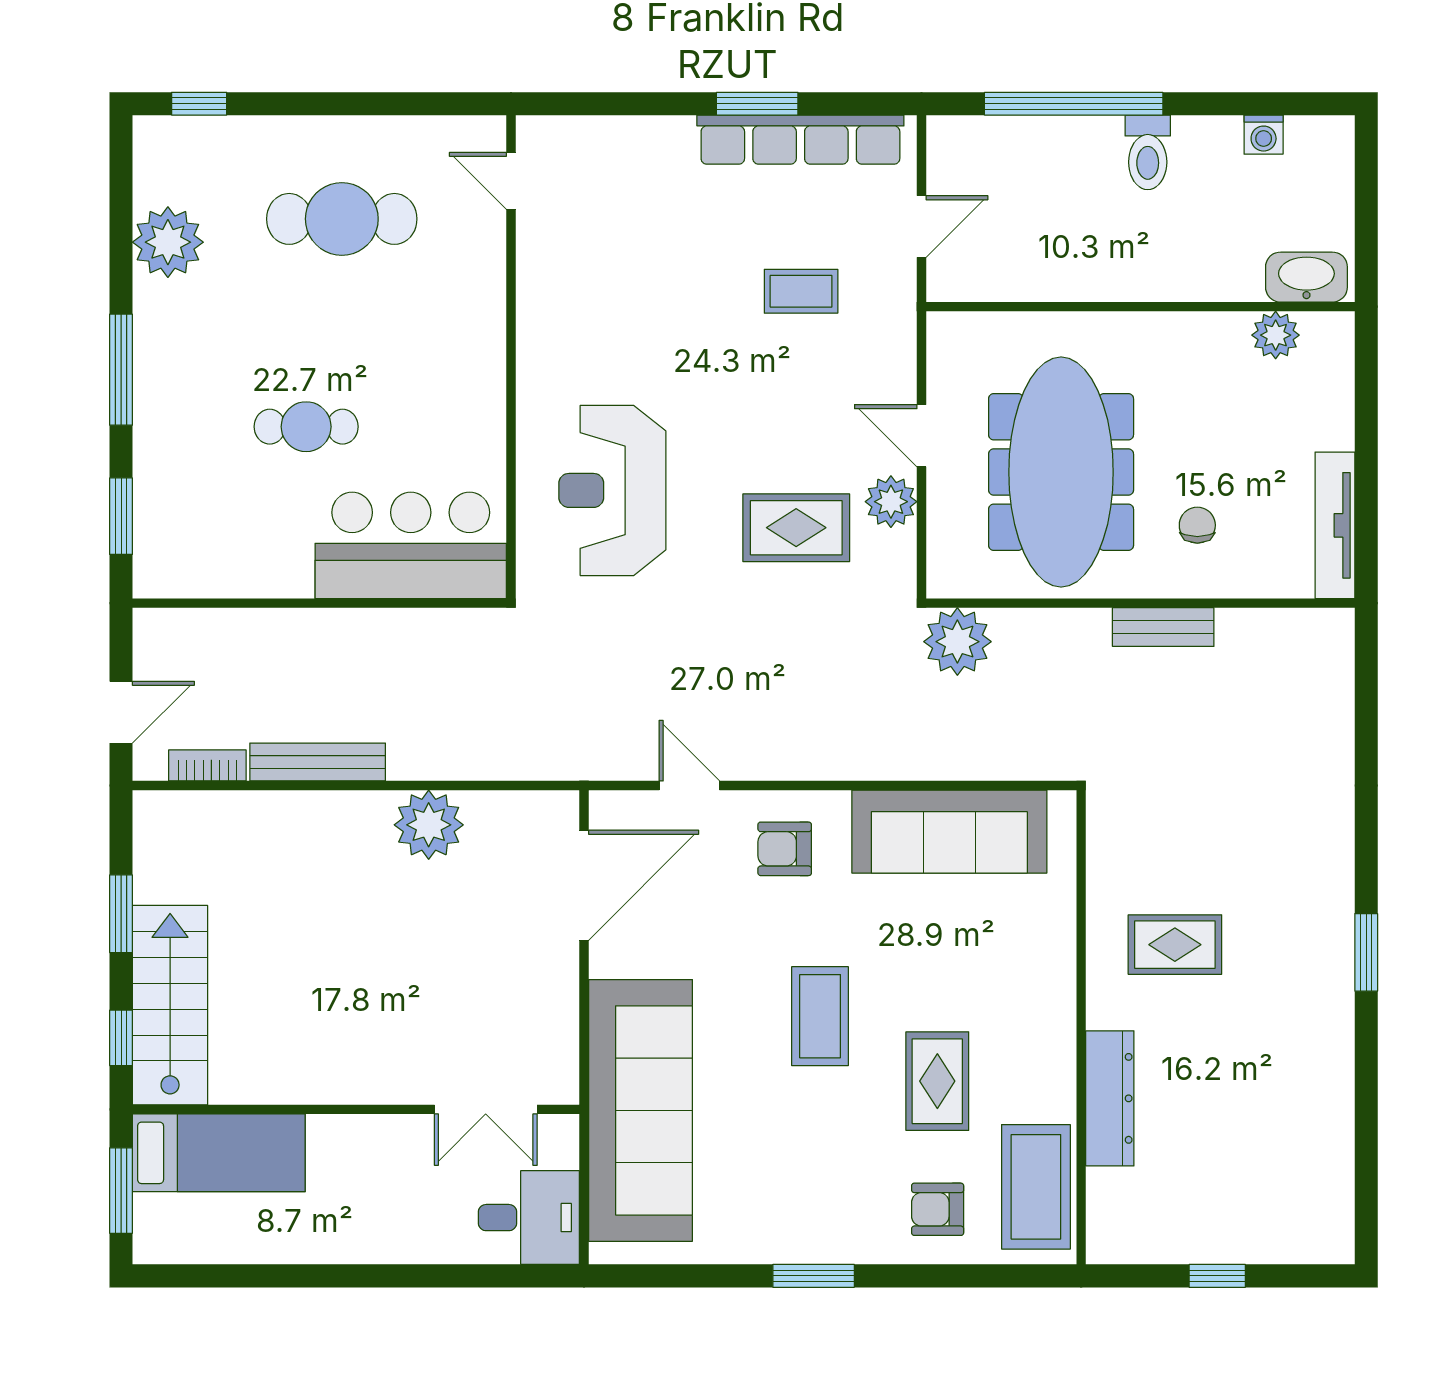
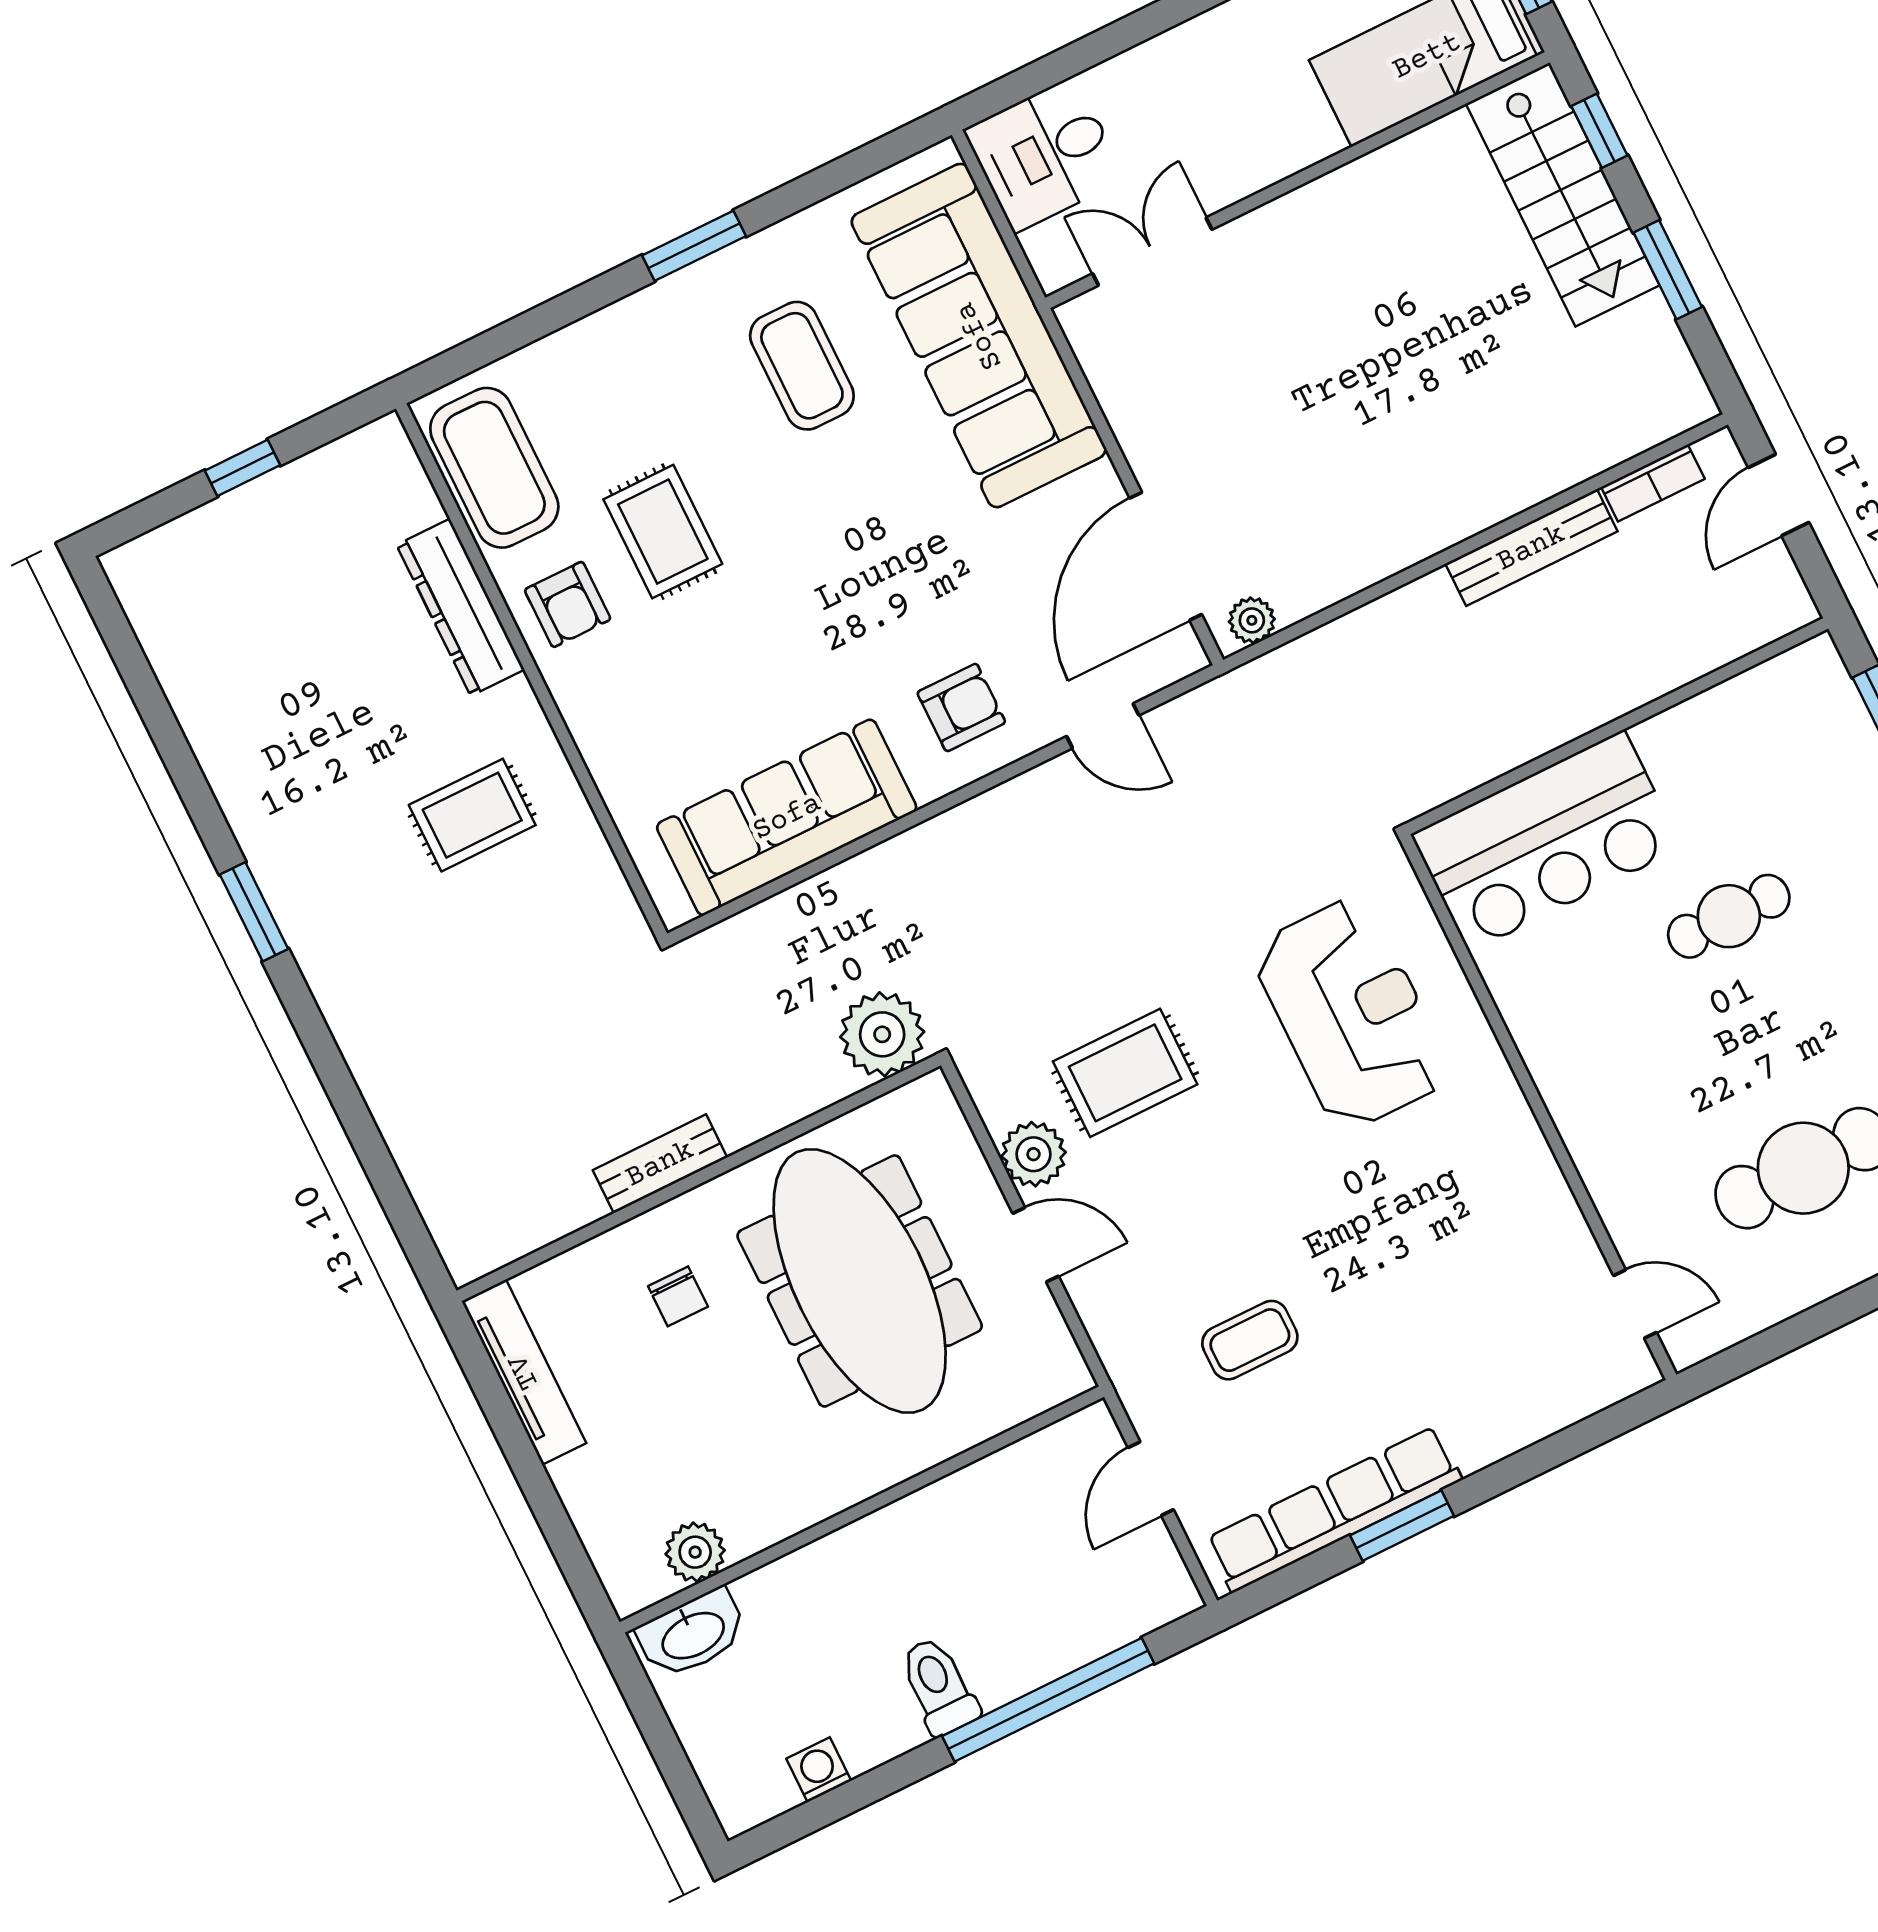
plant: (429, 825) -> (1252, 620), moved, width x0.53, depth x0.53
coffee table: (820, 1016) -> (802, 366), moved
armchair: (938, 1209) -> (568, 604), moved, turned 90

